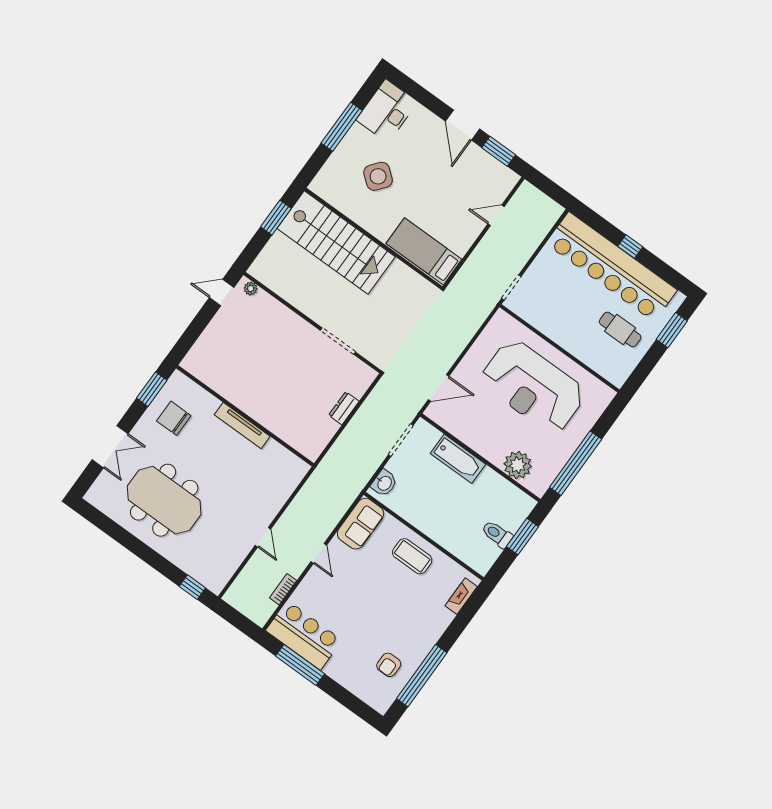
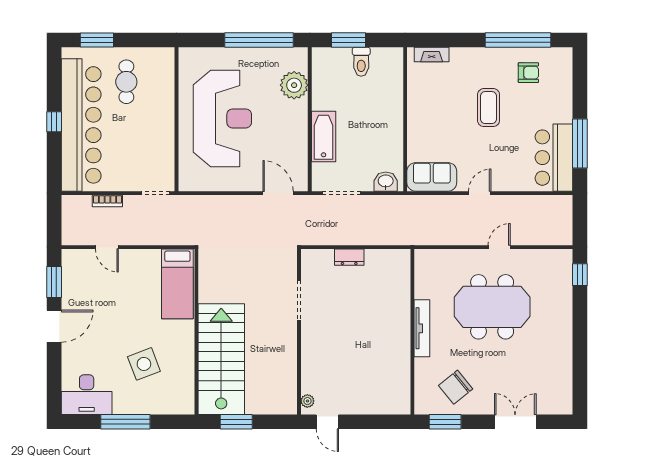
side table: (378, 176) -> (144, 364), turned 30
chair: (174, 418) -> (456, 387), turned 51
meeting table: (164, 500) -> (492, 307), moved, turned 90
coffee table: (412, 556) -> (489, 108), moved
bookcase: (283, 589) -> (107, 201), moved

